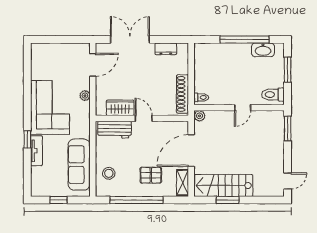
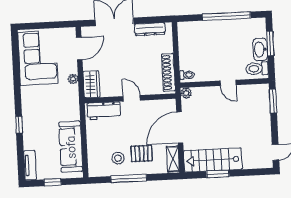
dresser: (166, 49) -> (150, 29), width x1.44
washbasin: (263, 50) -> (260, 49), moved, turned 90
corner sofa: (50, 107) -> (38, 58), moved
wardrobe: (120, 108) -> (91, 84), moved, turned 90
door: (243, 108) -> (228, 83), hinge flipped
tv unit: (37, 151) -> (30, 165), moved
stool: (109, 173) -> (118, 158), moved
window: (137, 200) -> (129, 178), width x0.68

